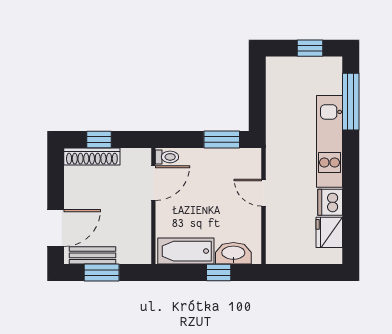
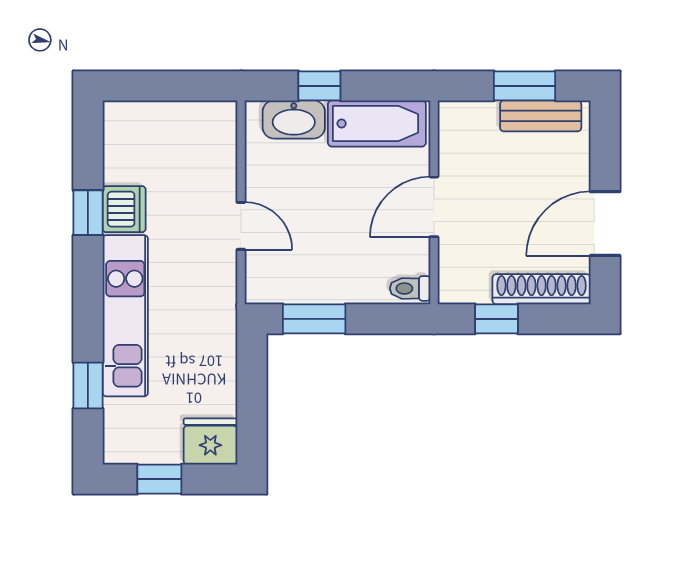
window: (351, 102) -> (88, 385), width x0.46
window: (99, 140) -> (496, 319), moved
door: (153, 183) -> (434, 207), moved
window: (351, 200) -> (88, 213), added
door: (56, 228) -> (605, 224), moved
fridge: (329, 232) -> (210, 441), moved, turned -90

